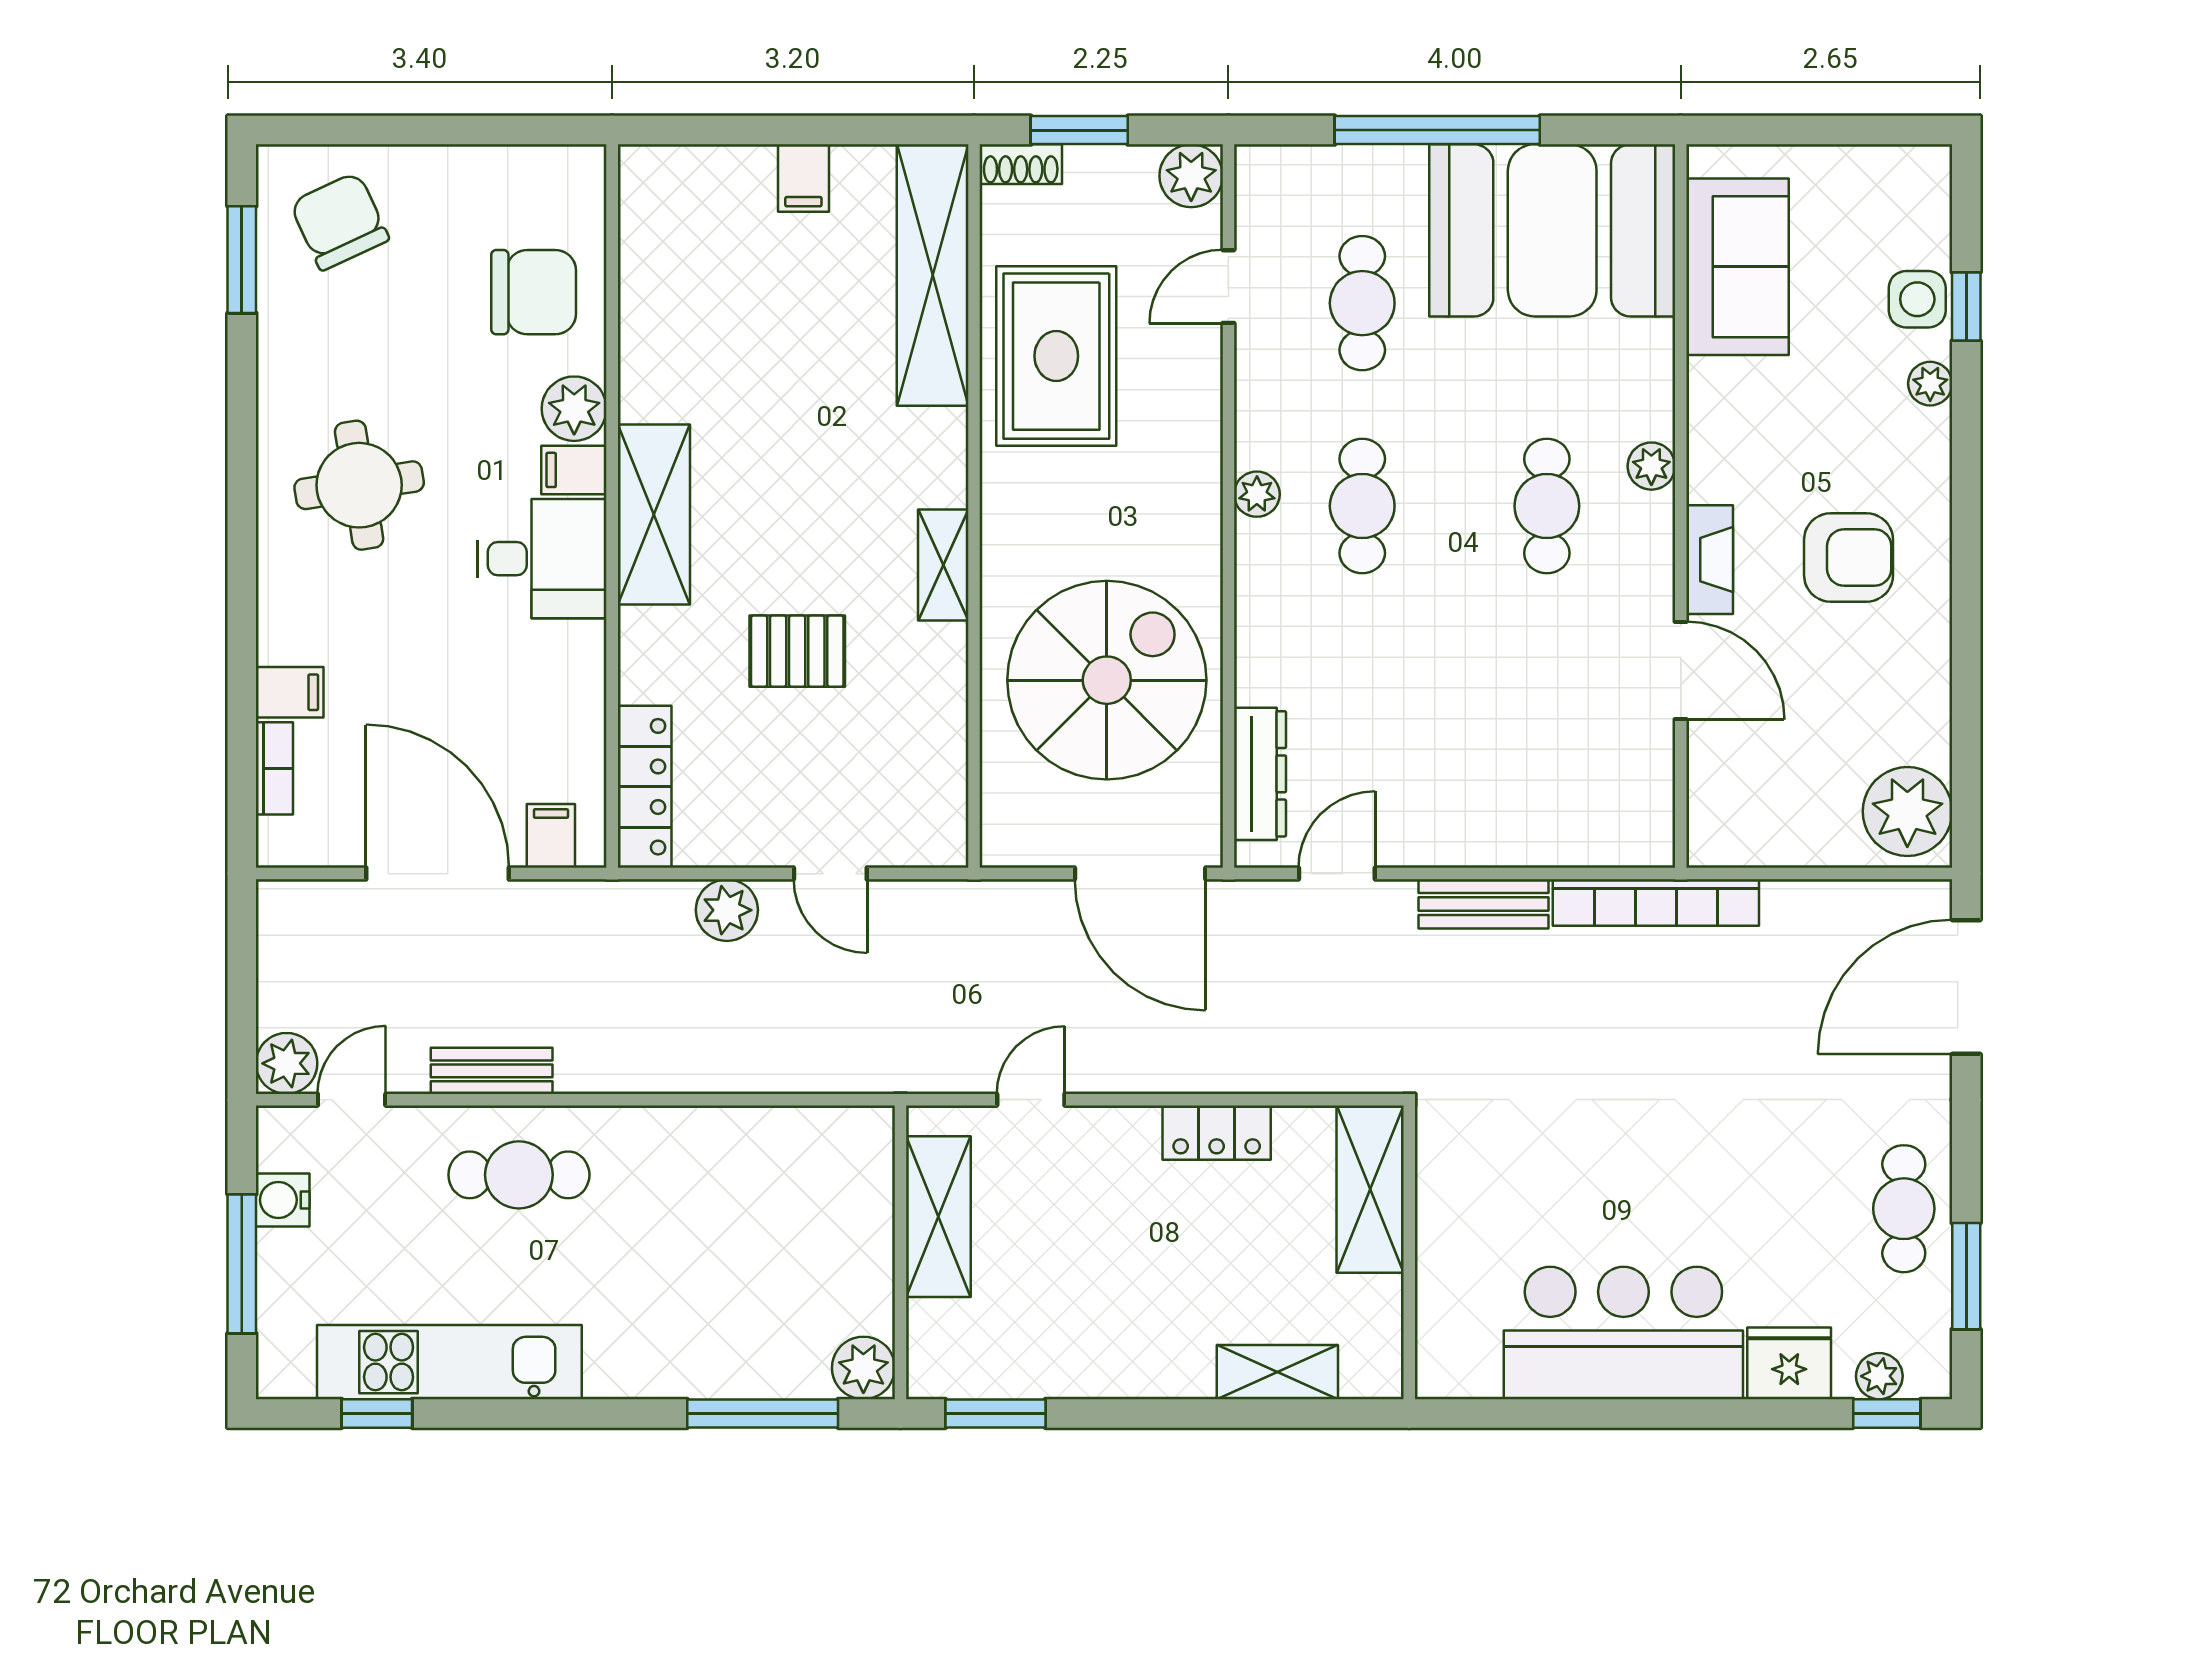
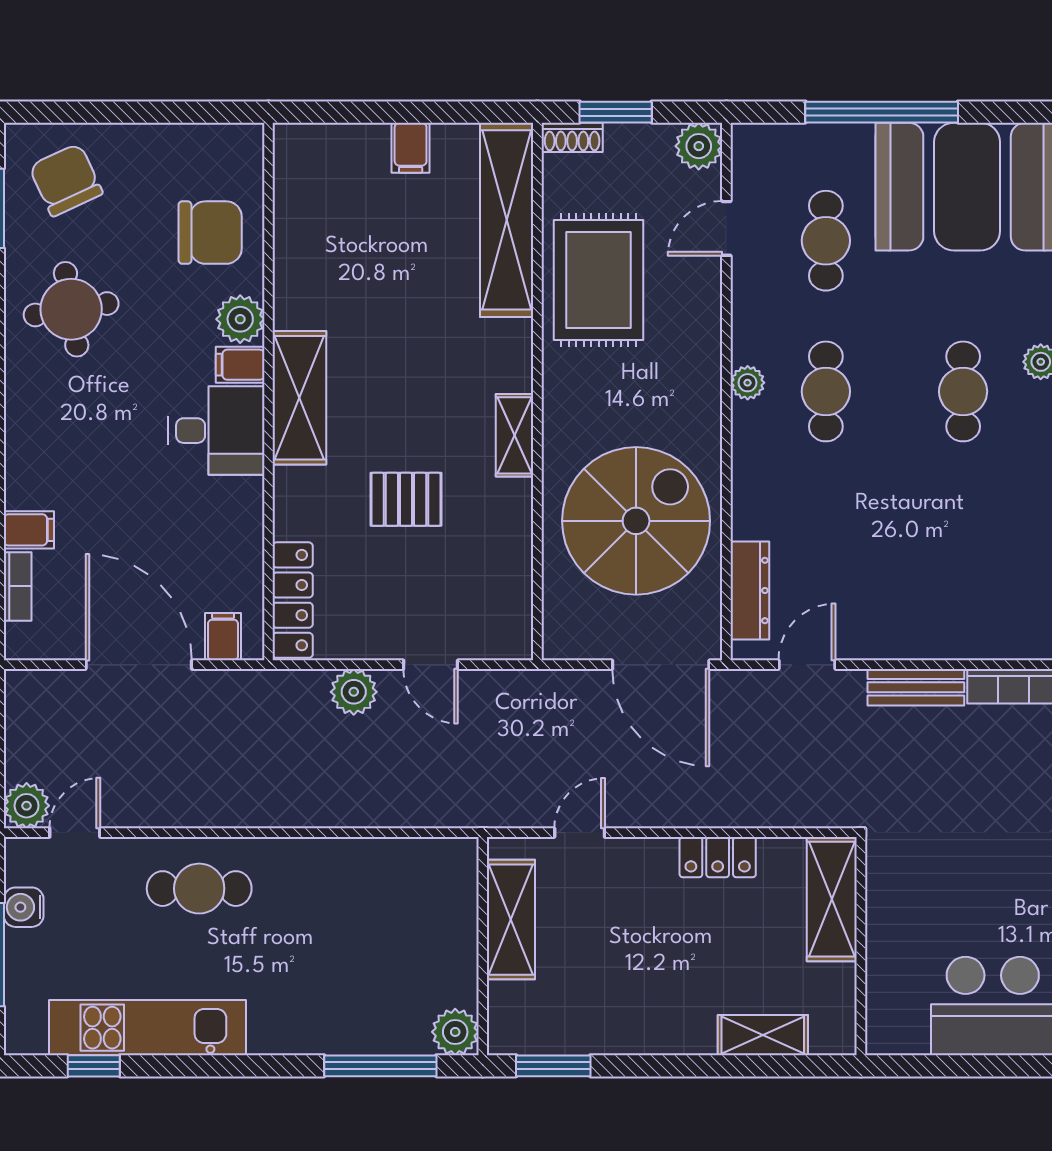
round table: (359, 485) -> (71, 309), moved
bench: (492, 1071) -> (179, 811), removed

